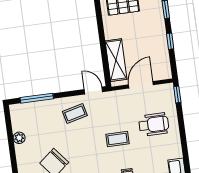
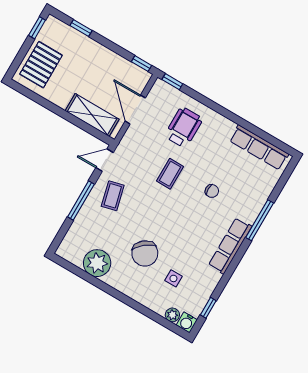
window: (170, 41) -> (141, 64), moved
window: (37, 98) -> (81, 201), moved
plant: (19, 138) -> (97, 263), width x1.88, depth x1.88

